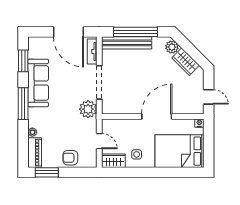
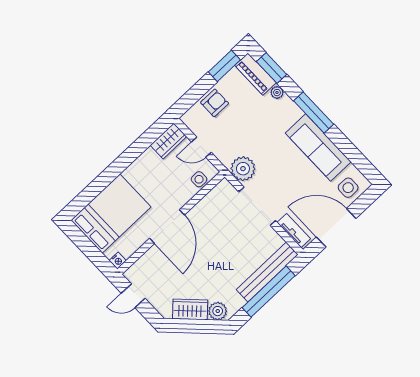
side table: (42, 47) -> (348, 188), added
window: (23, 61) -> (272, 68), moved
side table: (137, 154) -> (199, 179), moved

